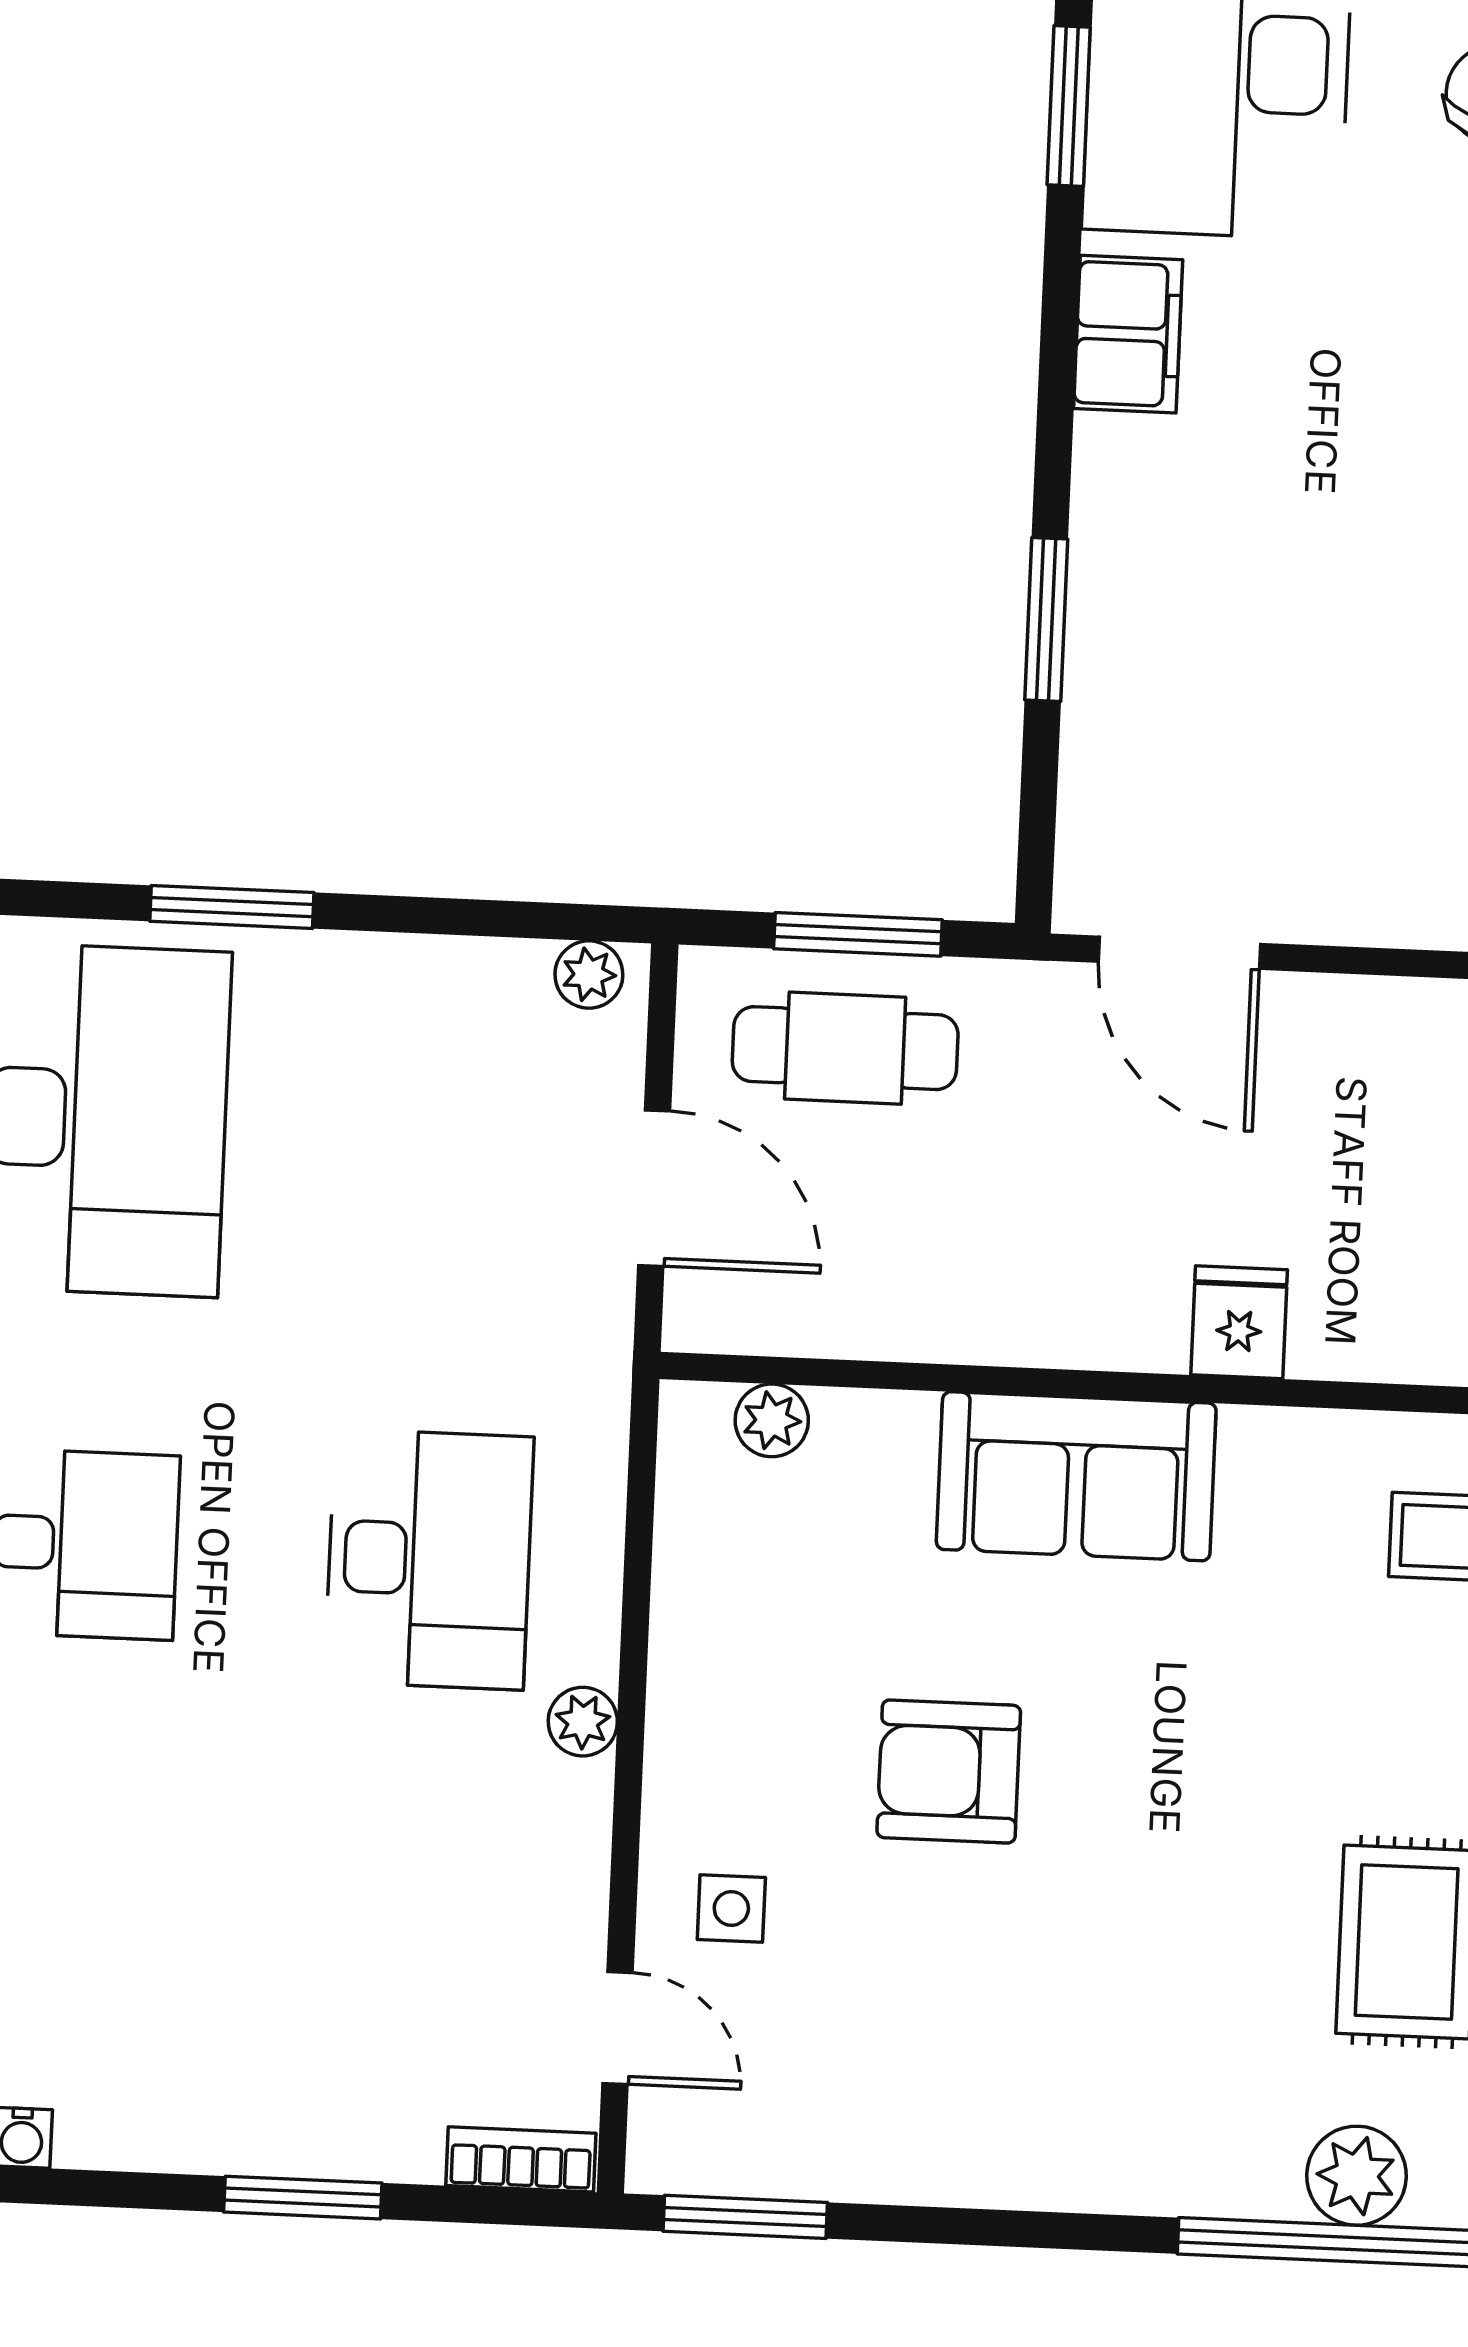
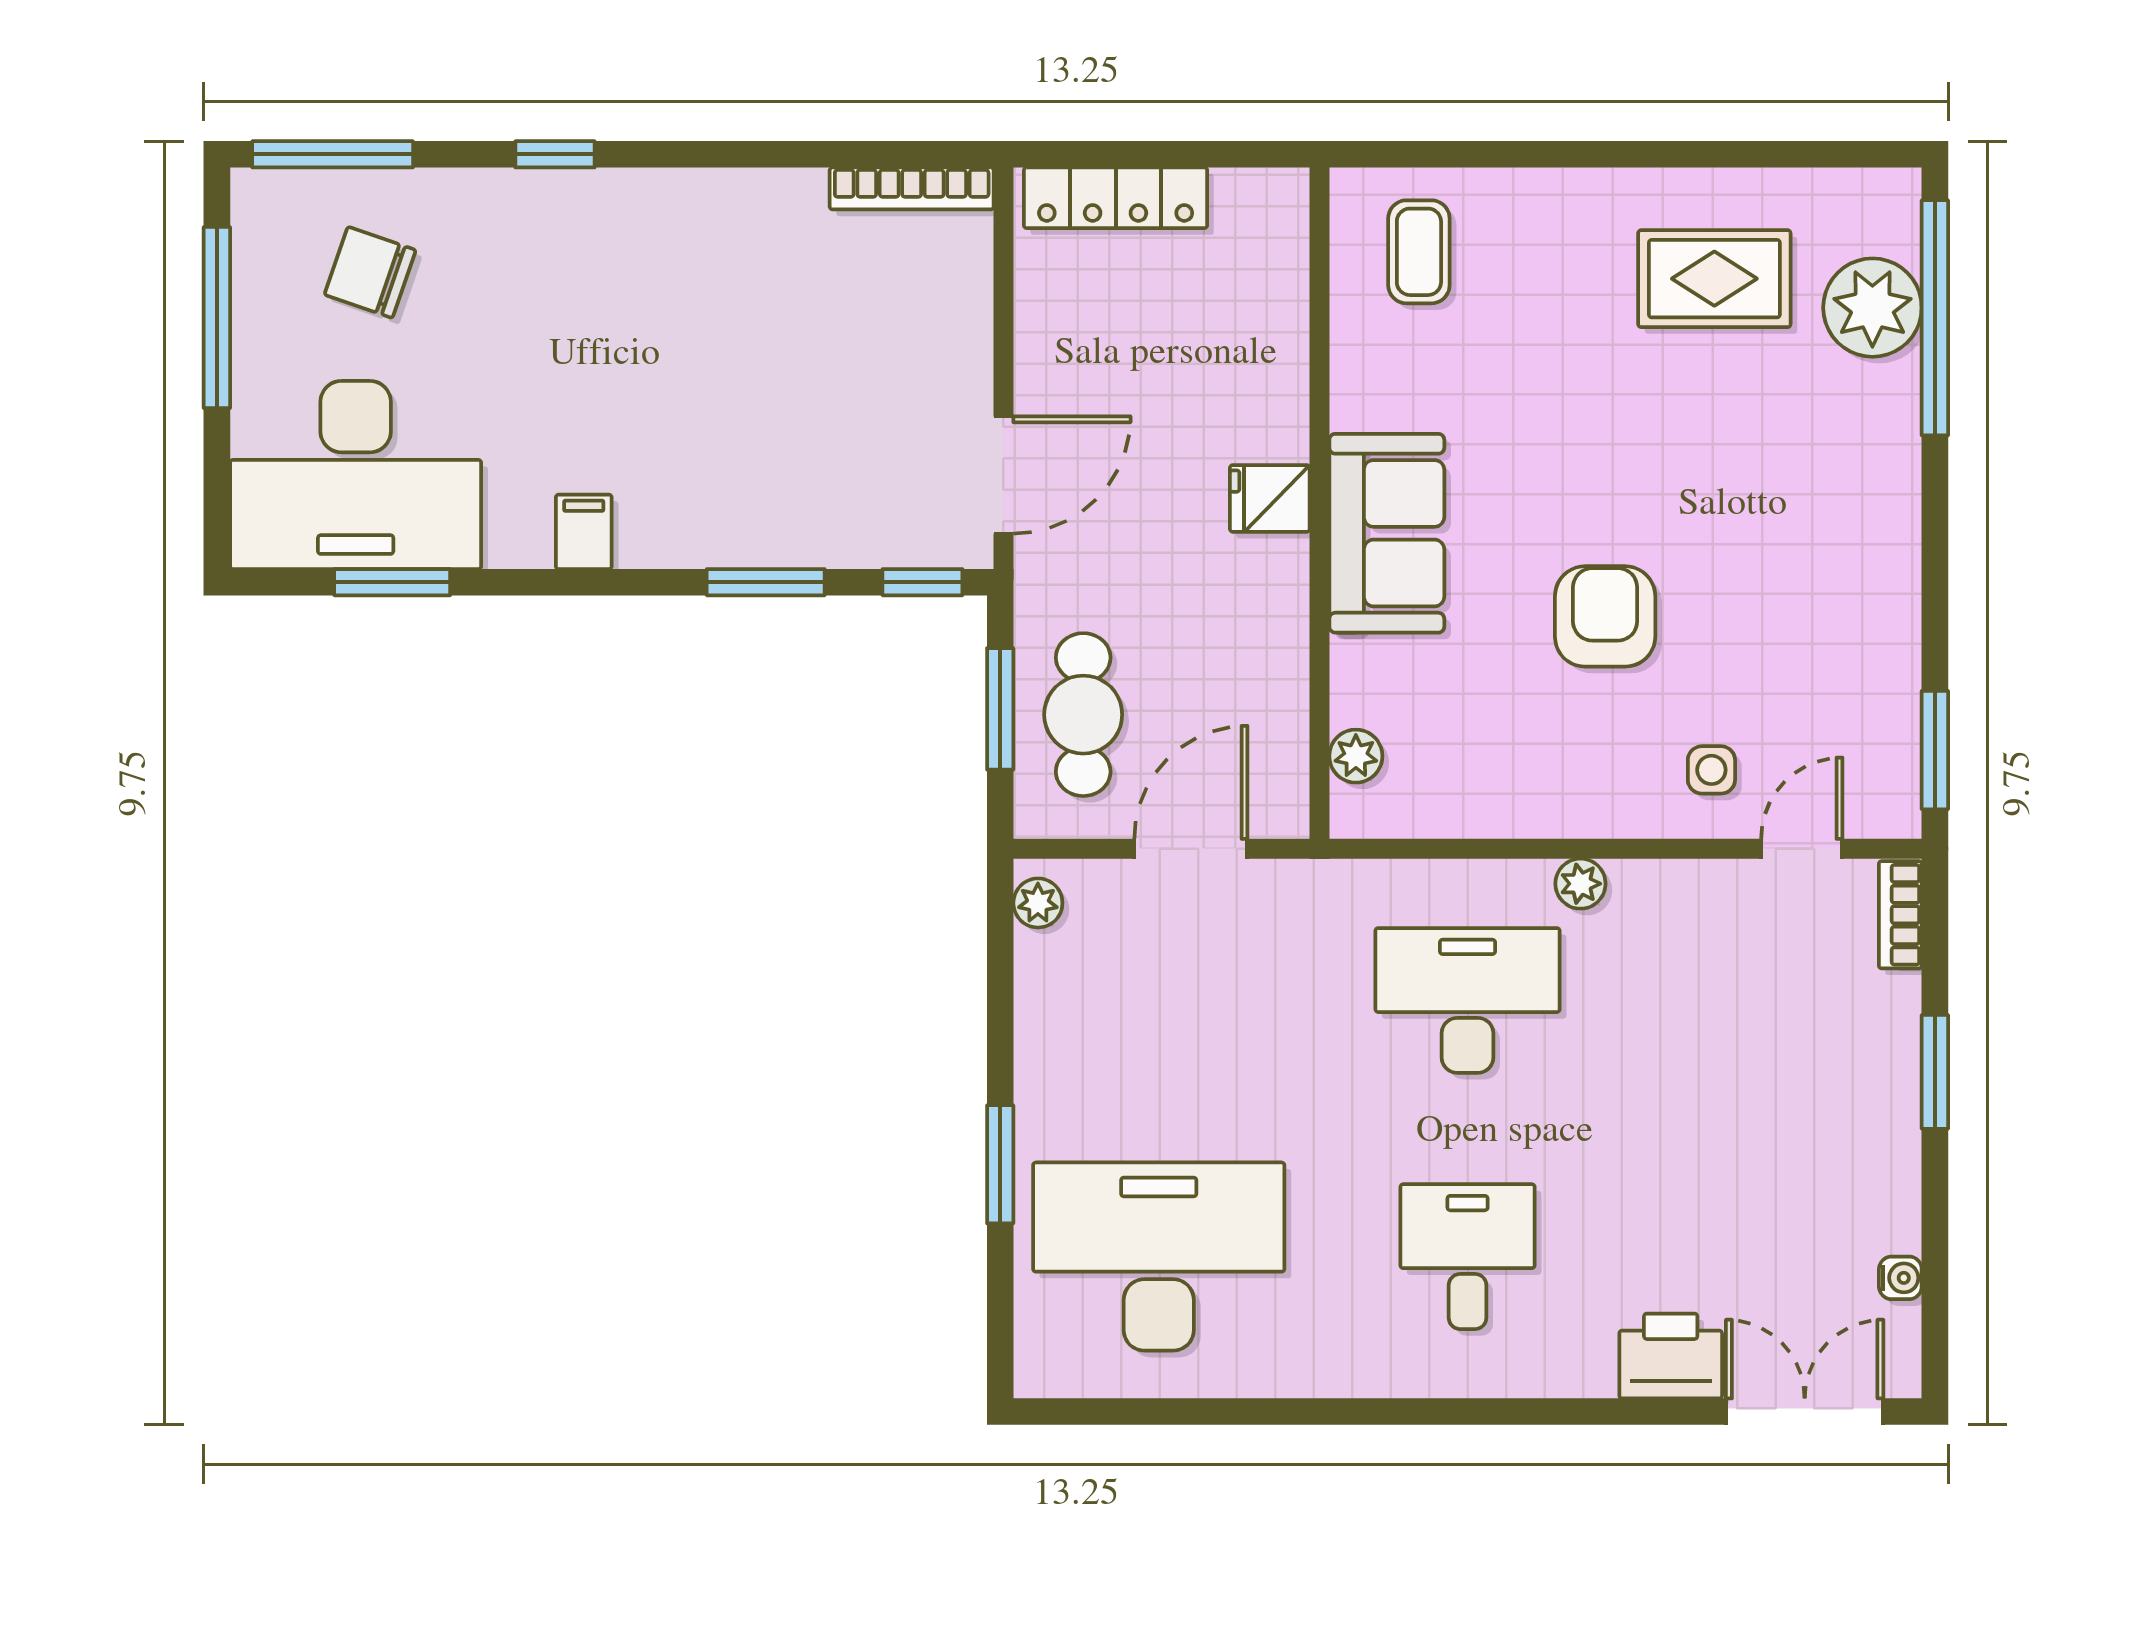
filing cabinet: (1128, 334) -> (584, 532), width x0.50
window: (1037, 835) -> (922, 582), added
fridge: (1239, 1322) -> (1270, 498), moved
armchair: (949, 1771) -> (1605, 616), turned 180
plant: (1357, 2176) -> (1872, 308), width x1.36, depth x1.36

